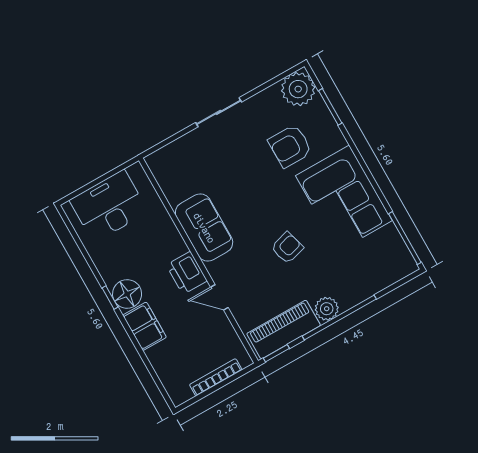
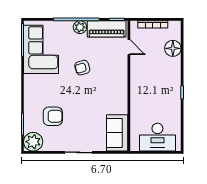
corner sofa: (344, 198) -> (41, 49), moved
sofa: (204, 228) -> (117, 133), moved
printer: (187, 273) -> (138, 83), removed
floor lamp: (127, 294) -> (173, 48), moved
door: (219, 297) -> (129, 47), moved
filing cabinet: (145, 326) -> (173, 69), removed

